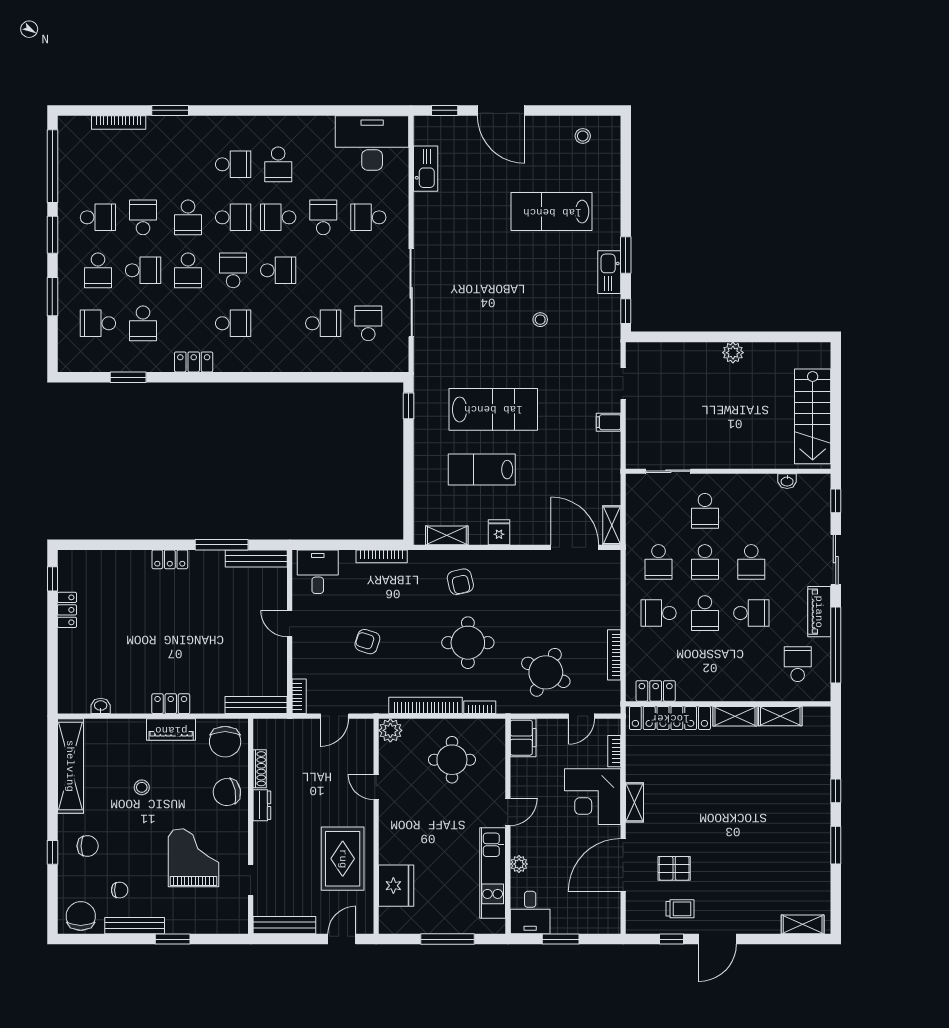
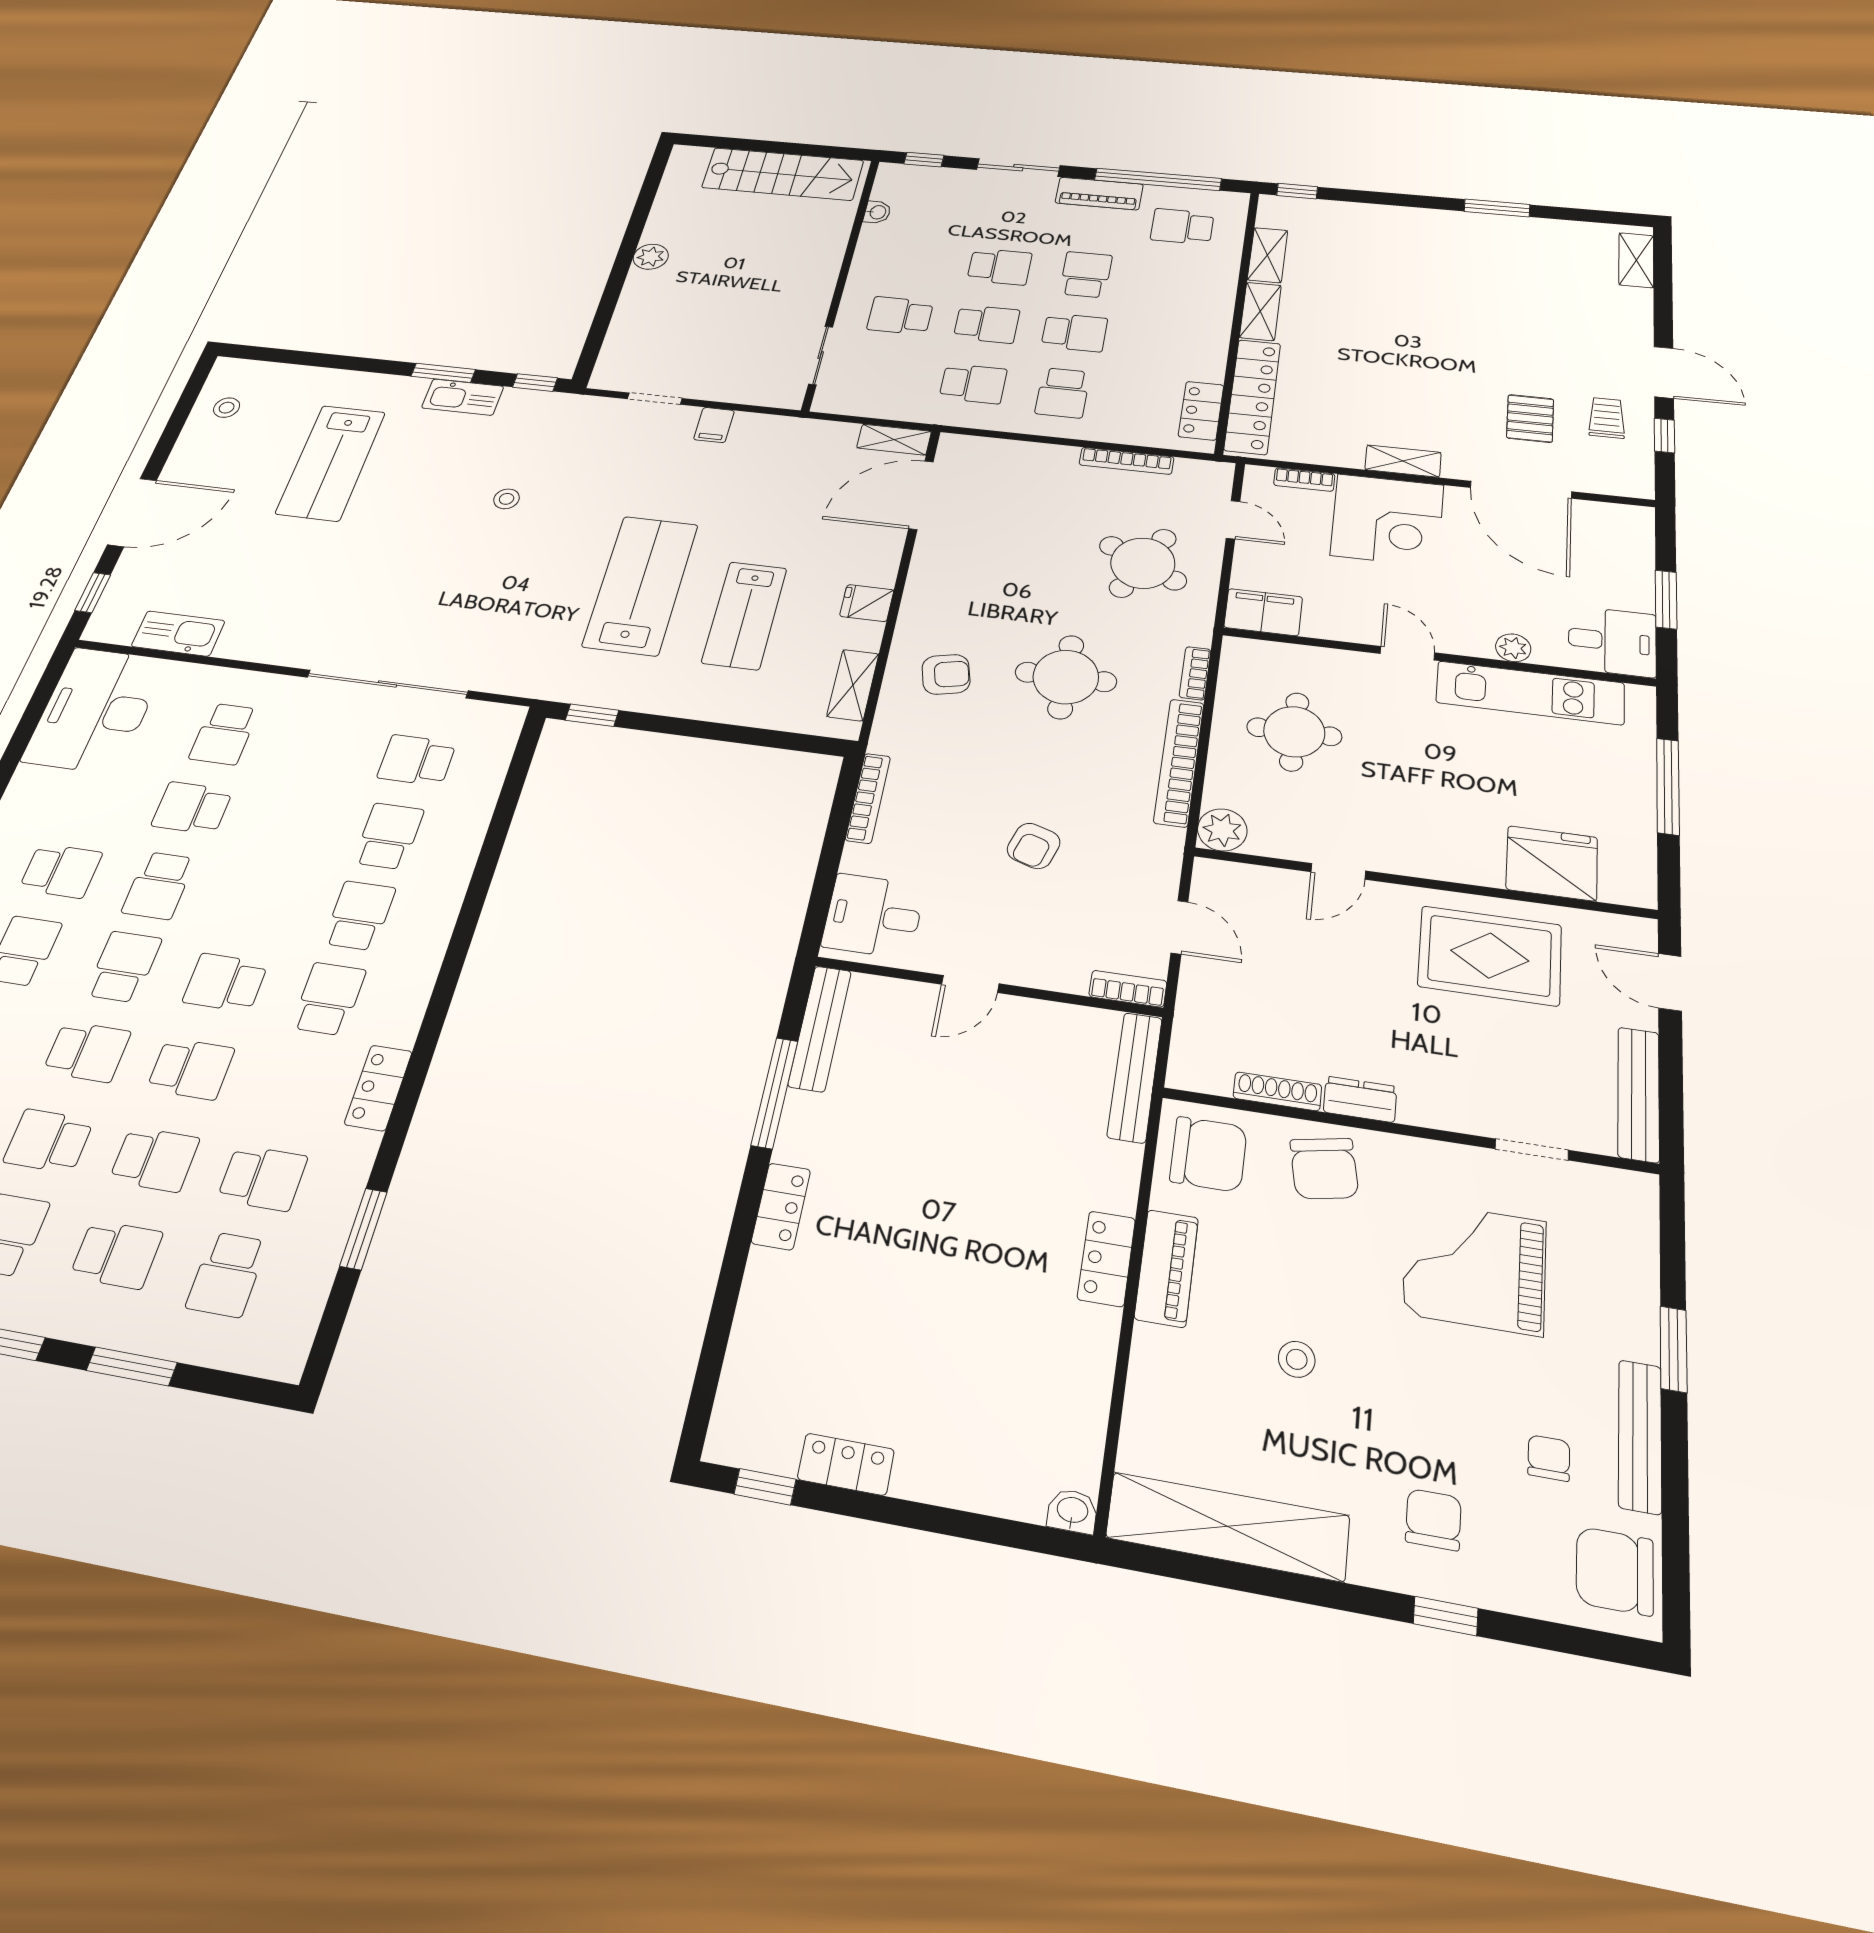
school desk: (143, 270) -> (155, 1159), turned 90
school desk: (278, 270) -> (359, 916), moved
school desk: (705, 511) -> (900, 316), turned 180
washbasin: (101, 706) -> (1072, 1511), moved, turned 90
window: (836, 791) -> (1297, 191), moved

